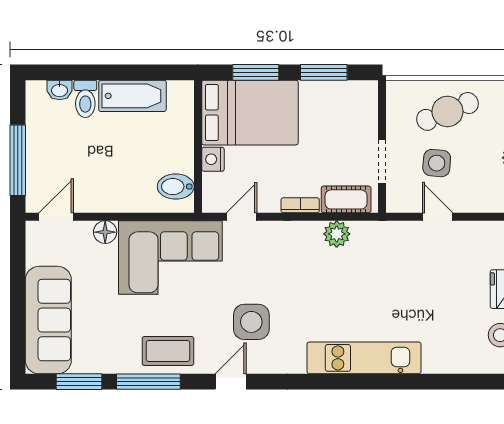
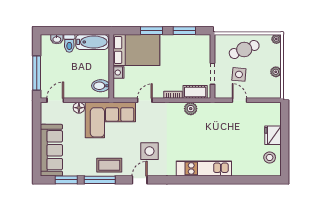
bed: (250, 113) -> (136, 50), moved
wall: (198, 146) -> (111, 66), moved
nightstand: (213, 159) -> (119, 73), moved
bidet: (176, 187) -> (101, 86), moved

